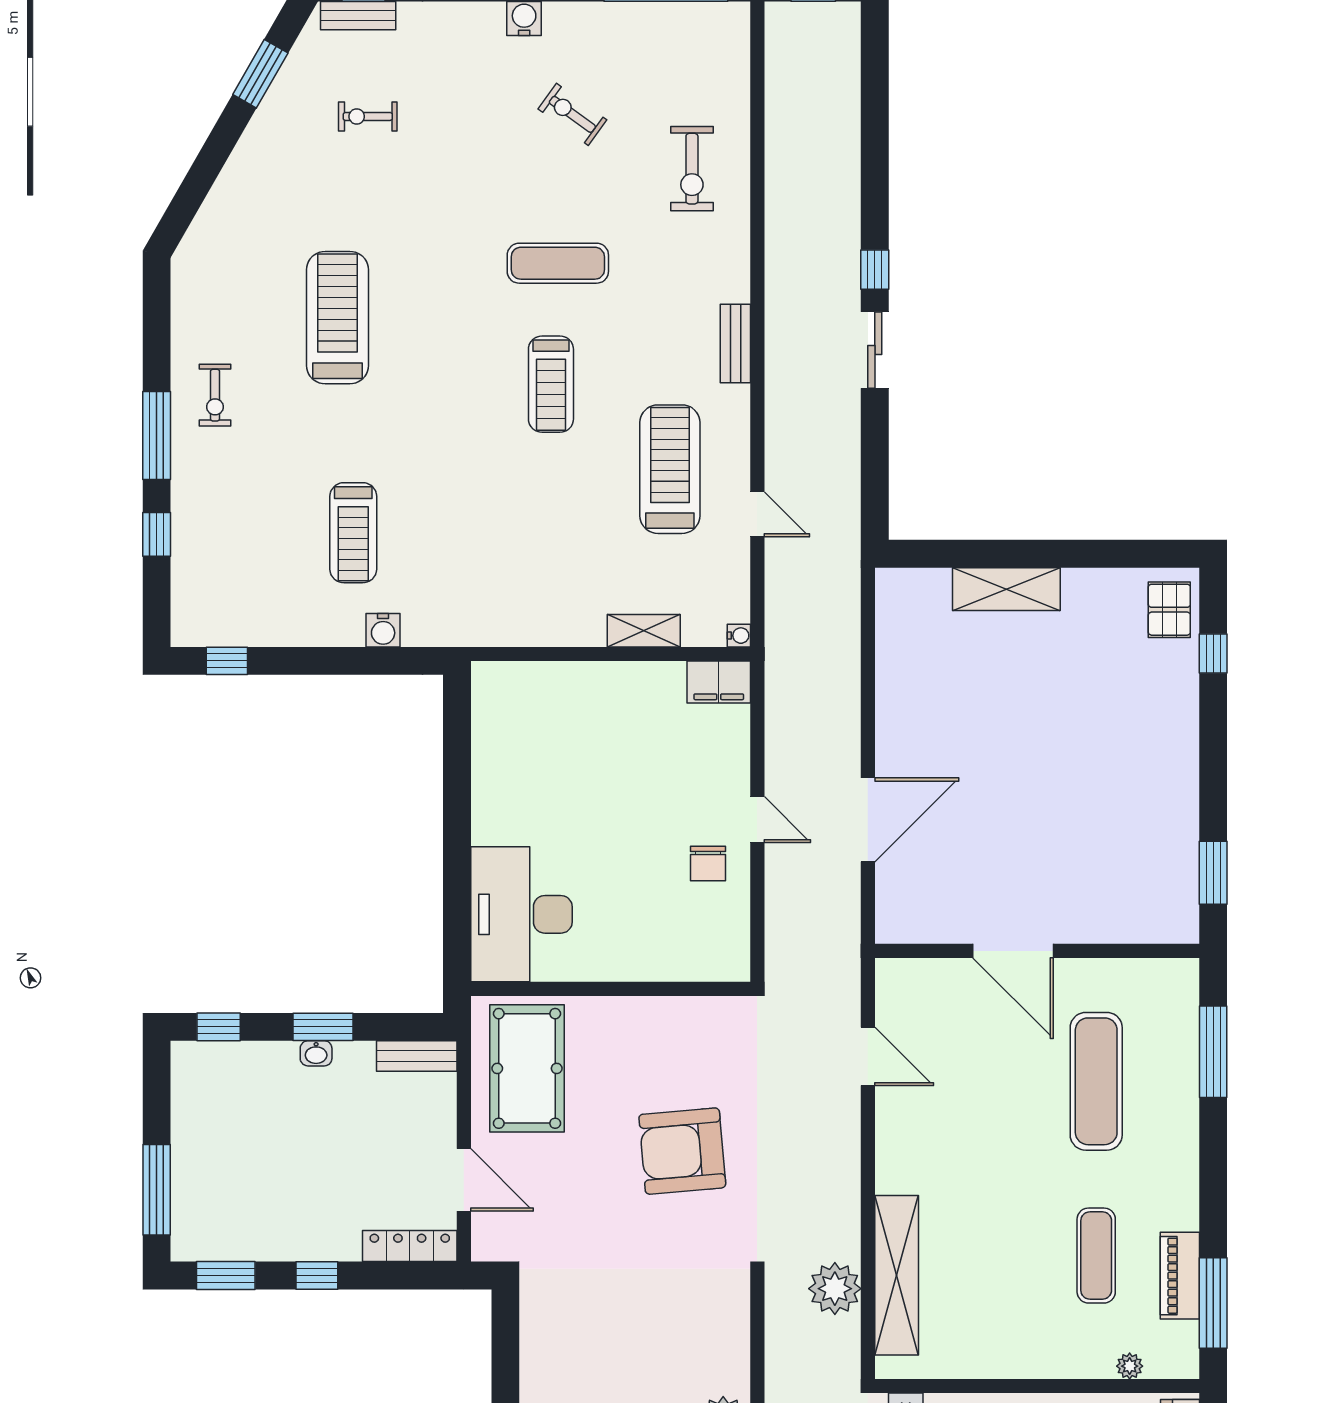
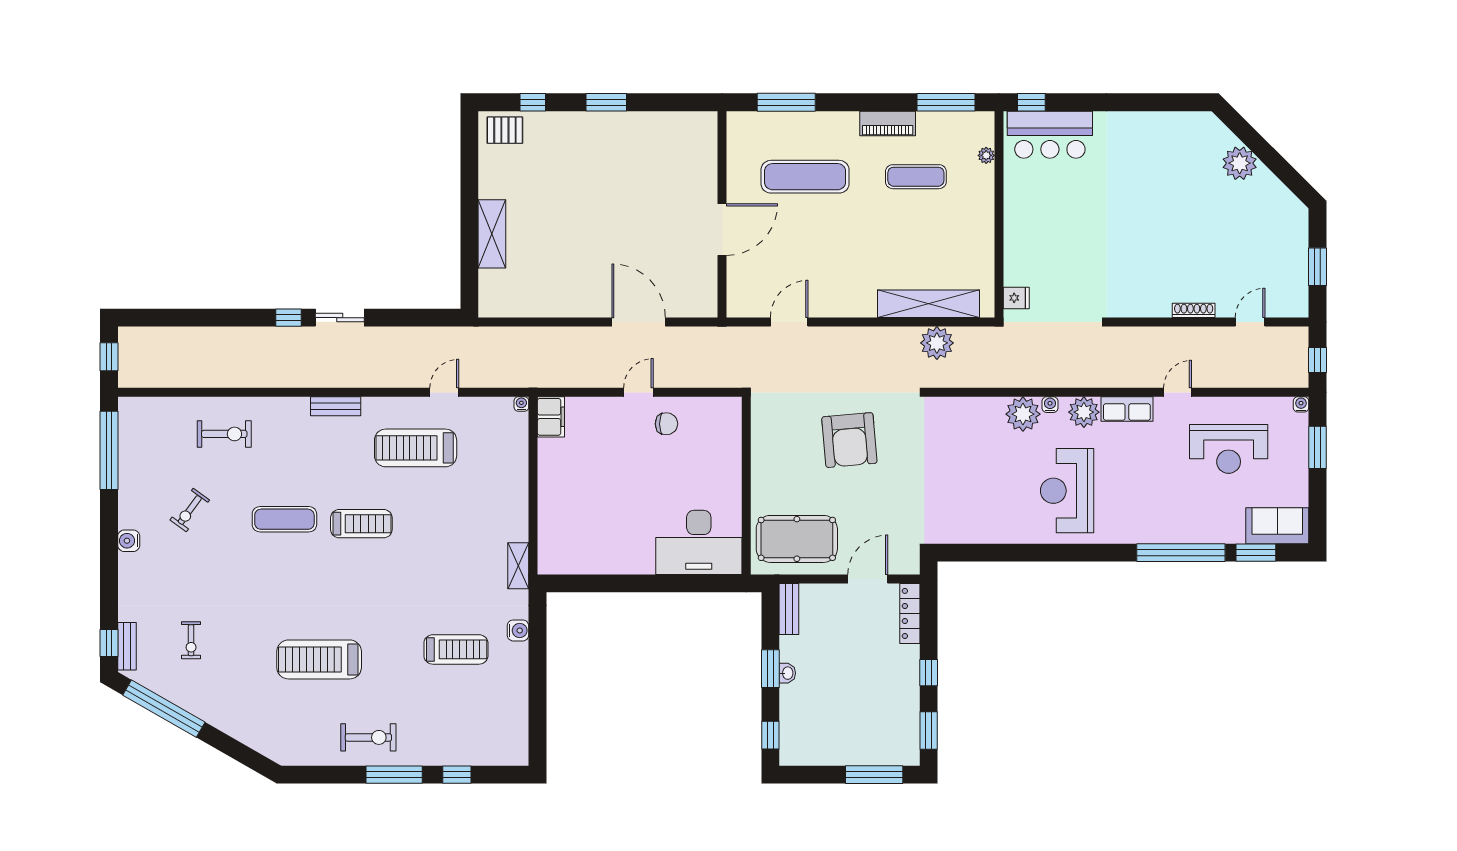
window: (260, 74) -> (164, 709), width x2.11
exercise mat: (558, 263) -> (284, 519), turned 90
exercise bike: (215, 395) -> (368, 737), width x1.38, depth x1.39
shelving: (644, 631) -> (518, 566), moved
window: (227, 661) -> (537, 730), removed
window: (1213, 873) -> (606, 102), moved
piano: (1180, 1276) -> (888, 123), moved

